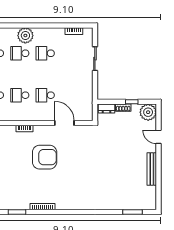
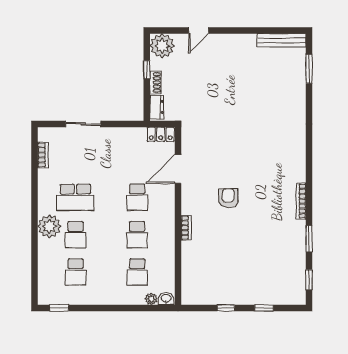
school desk: (45, 53) -> (75, 197), width x1.85
locker: (88, 111) -> (161, 134), added
armchair: (45, 157) -> (228, 198), width x0.53, depth x0.53
bench: (152, 169) -> (282, 40), moved

